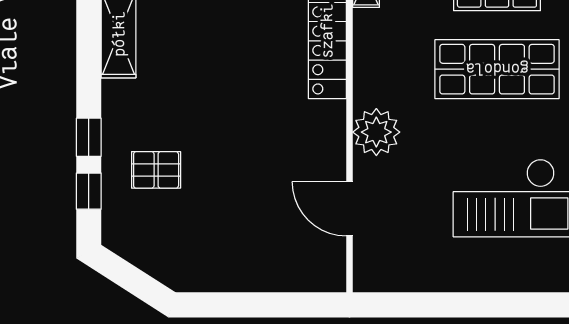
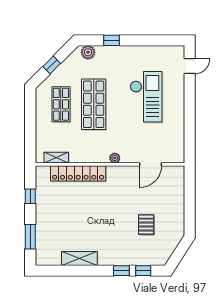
plant: (376, 132) -> (115, 158), width x0.53, depth x0.53
pallet: (156, 170) -> (146, 225), moved

